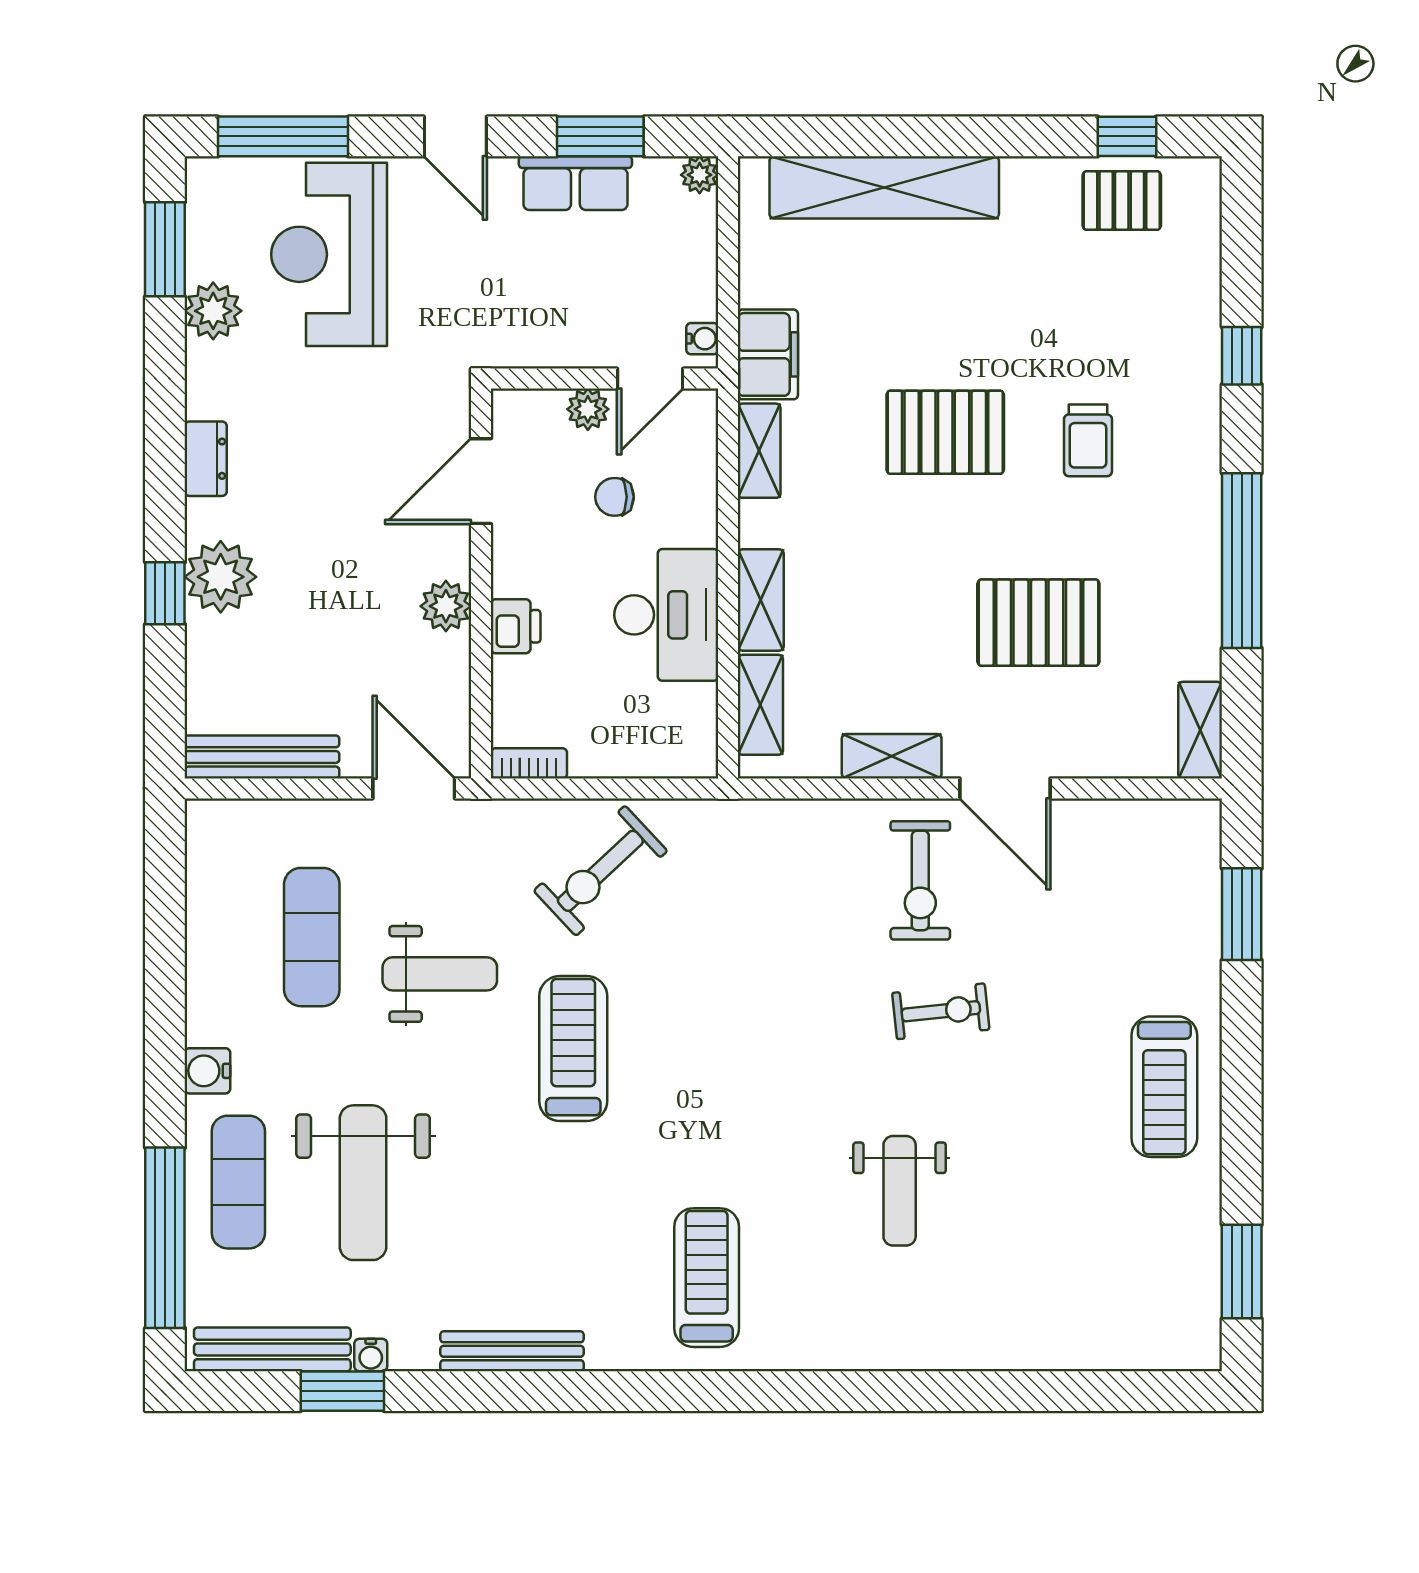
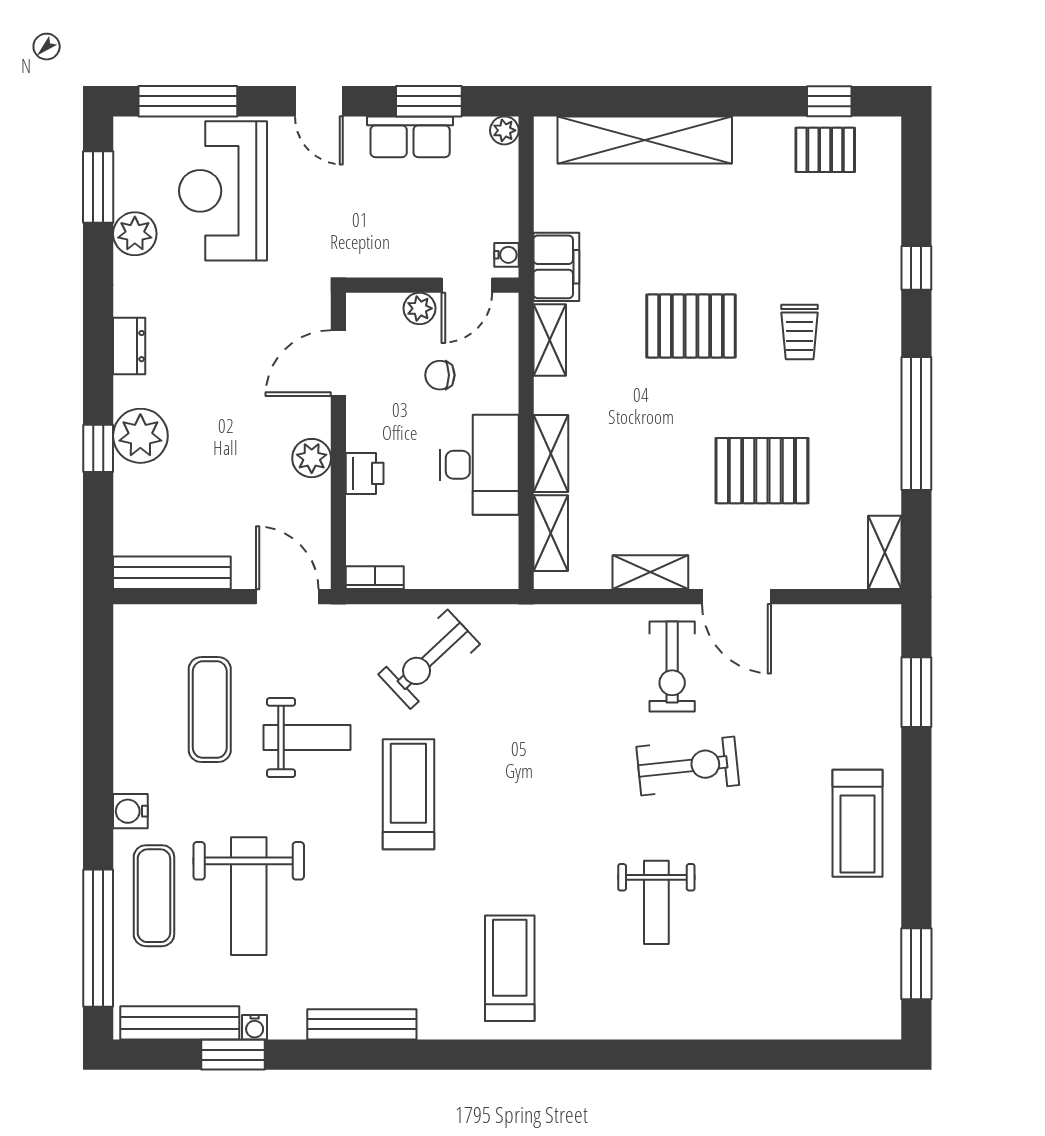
exercise bike: (941, 1011) -> (688, 766), width x1.38, depth x1.39

